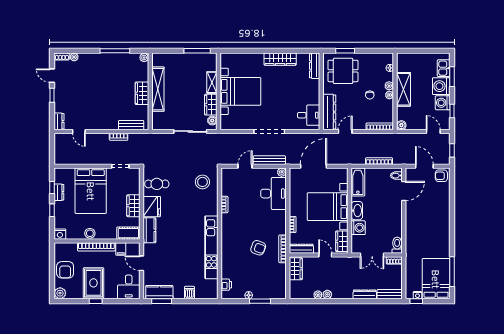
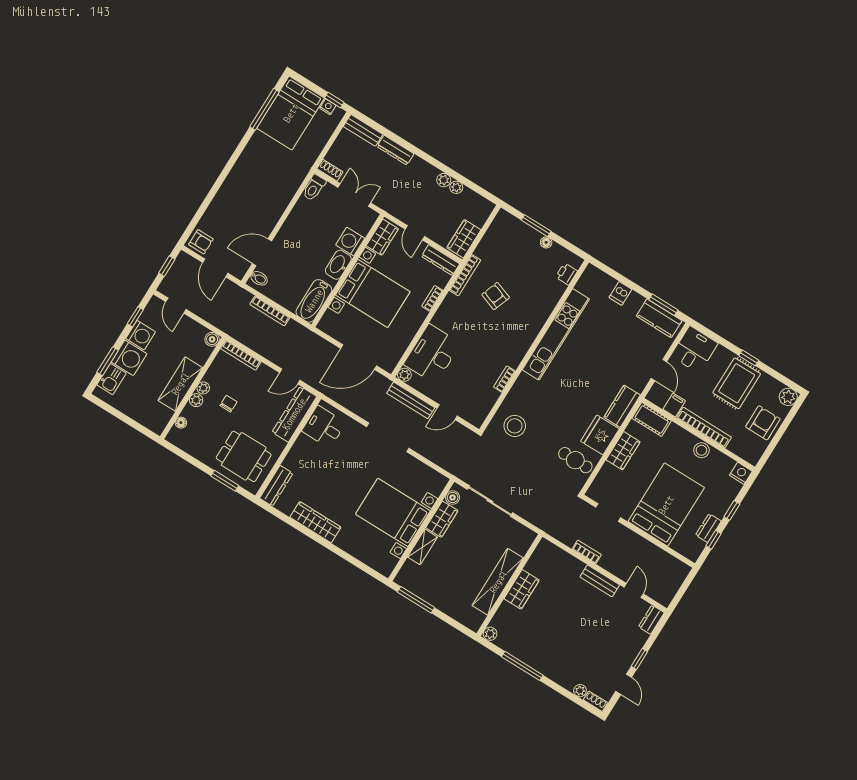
bench: (131, 125) -> (600, 581), moved

